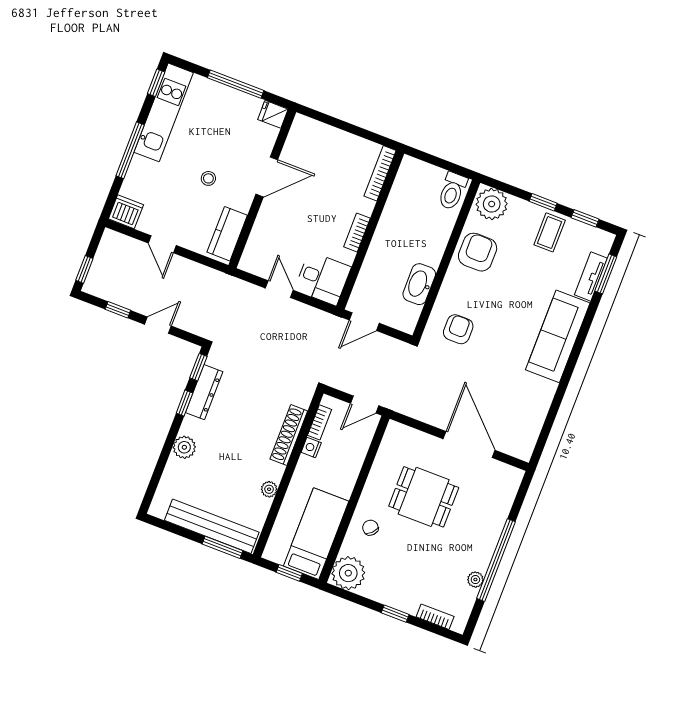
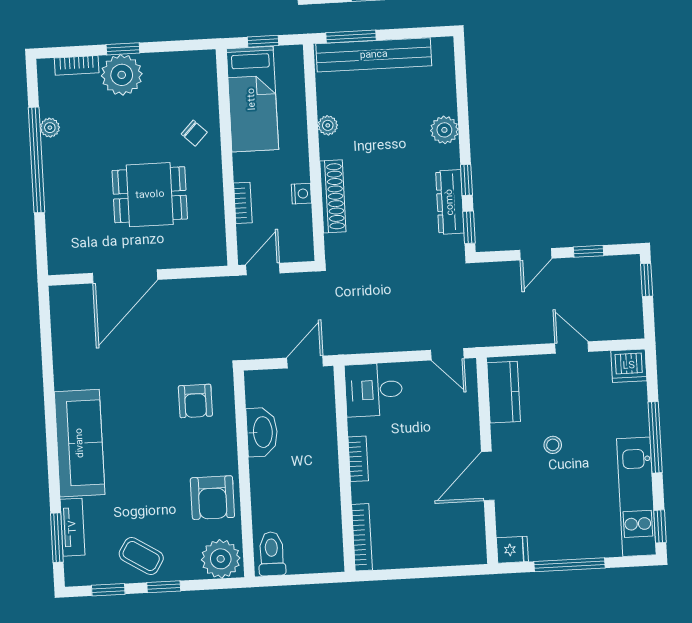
coffee table: (550, 232) -> (141, 556), turned -58
door: (279, 289) -> (447, 354), moved
bookcase: (320, 422) -> (243, 203), moved, turned 180
door: (469, 445) -> (125, 276), hinge flipped
plant: (348, 573) -> (122, 75), moved

